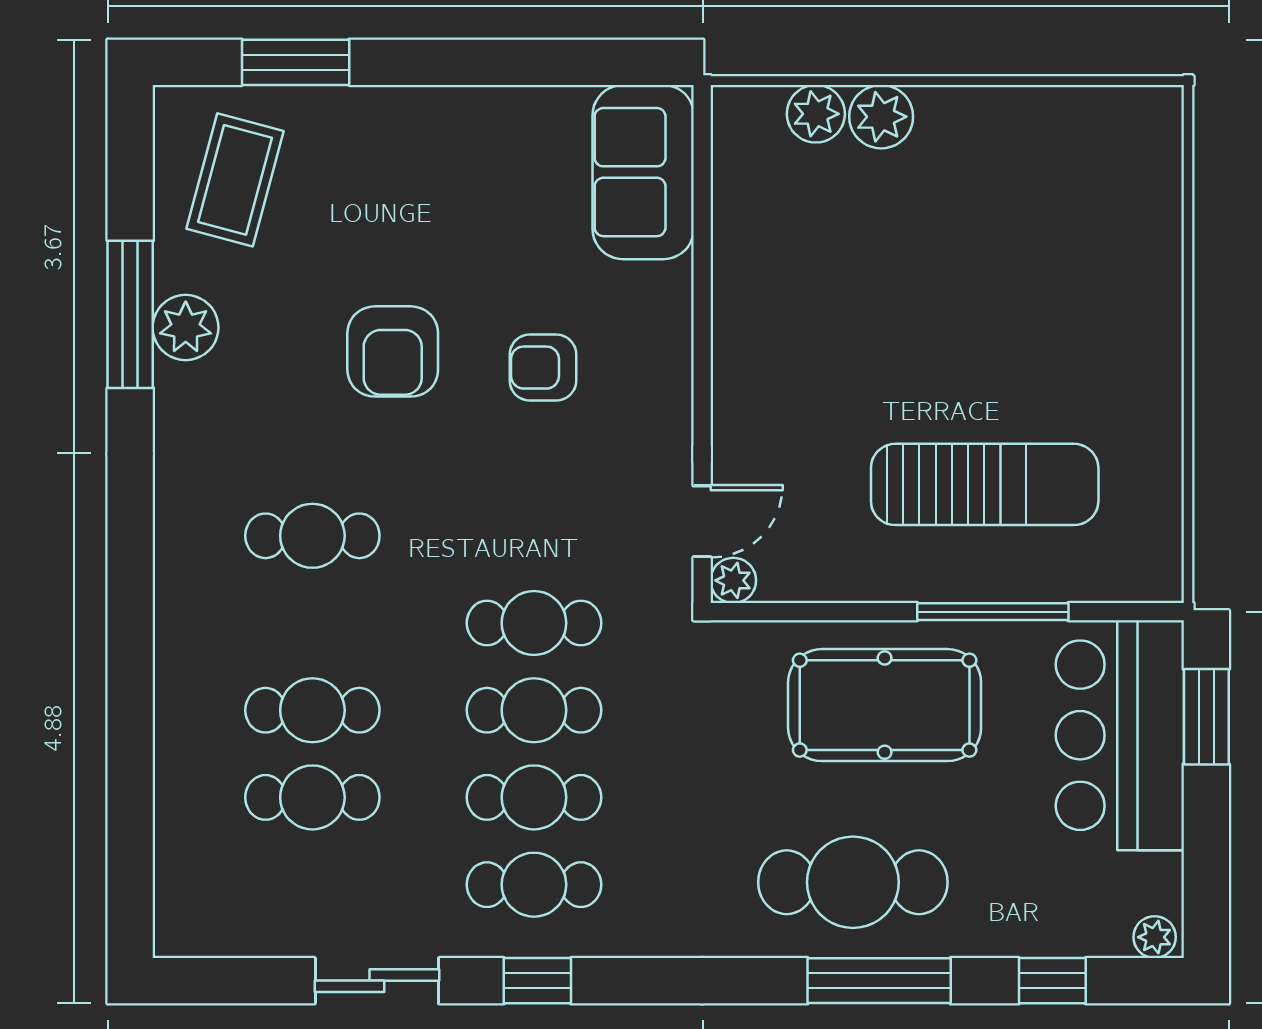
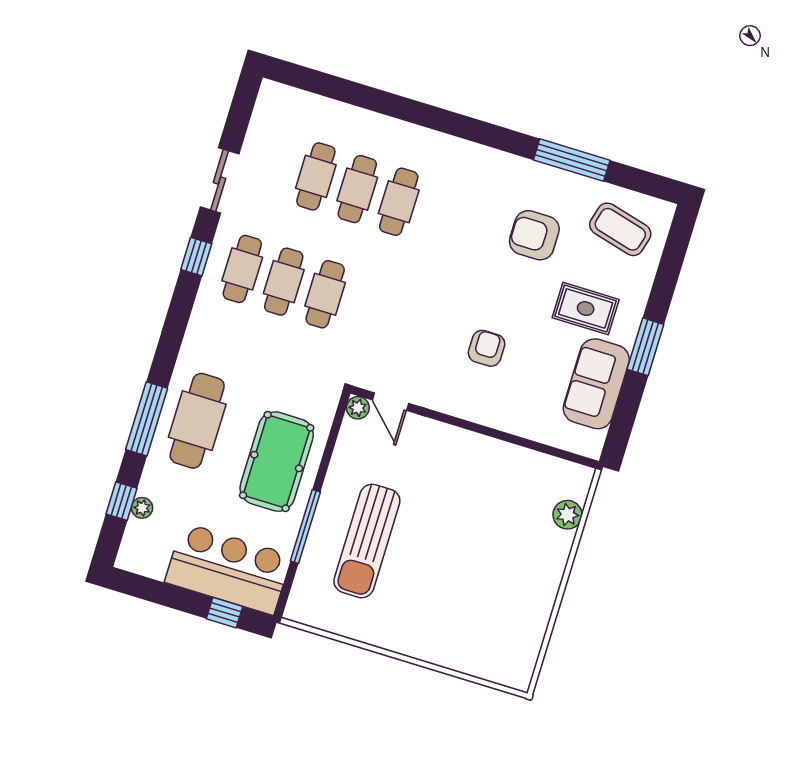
window: (296, 62) -> (645, 347), moved
plant: (881, 117) -> (557, 545), removed
sofa: (643, 172) -> (596, 384), moved, turned -90
rug: (408, 200) -> (586, 309), added
plant: (186, 328) -> (557, 184), removed
armchair: (393, 351) -> (534, 235), moved
cafe table: (312, 536) -> (399, 202), moved
cafe table: (534, 623) -> (367, 307), removed
window: (1206, 717) -> (224, 613), width x0.67
plant: (1155, 937) -> (142, 508), moved

